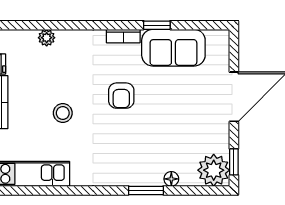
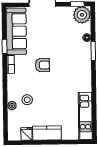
sofa: (173, 48) -> (16, 31), width x1.36
stool: (63, 113) -> (27, 100), moved

